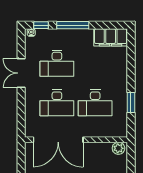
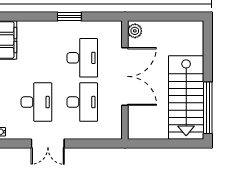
window: (131, 103) -> (69, 16), moved
double door: (58, 140) -> (125, 76), moved

